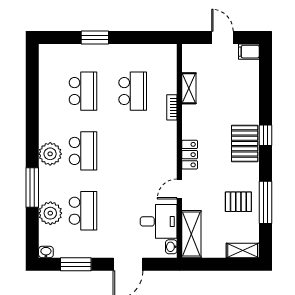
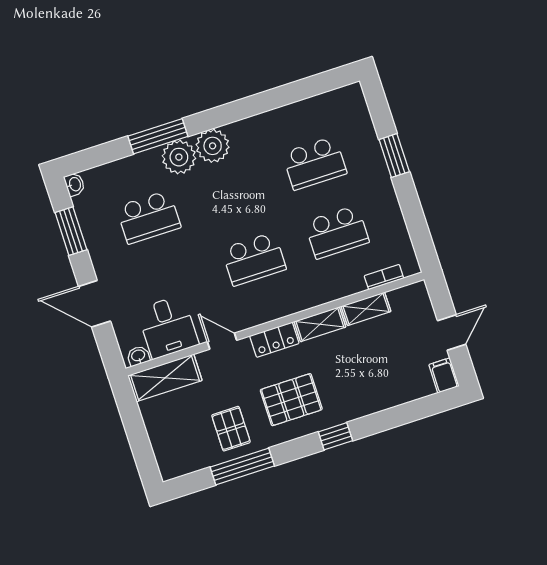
bookcase: (172, 107) -> (384, 277), moved
pallet: (245, 143) -> (291, 400), moved
school desk: (83, 151) -> (254, 259), moved
plant: (50, 213) -> (179, 157), moved
shelving: (243, 250) -> (320, 324), moved, turned 90

